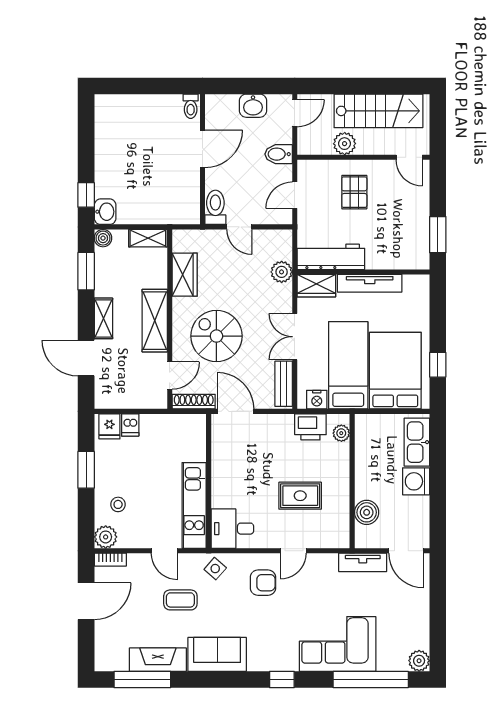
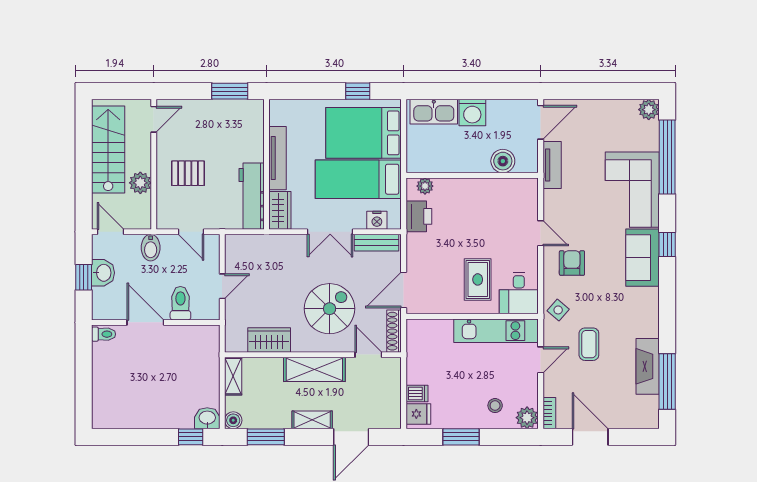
window: (248, 86) -> (84, 277), added
toilet: (215, 207) -> (180, 303), moved, turned 90
plant: (282, 272) -> (266, 245), removed
spiral stairs: (216, 336) -> (330, 309), turned 180
nightstand: (317, 400) -> (377, 220), moved, turned 90
rug: (300, 496) -> (478, 279), moved
sofa: (217, 654) -> (642, 258), moved

